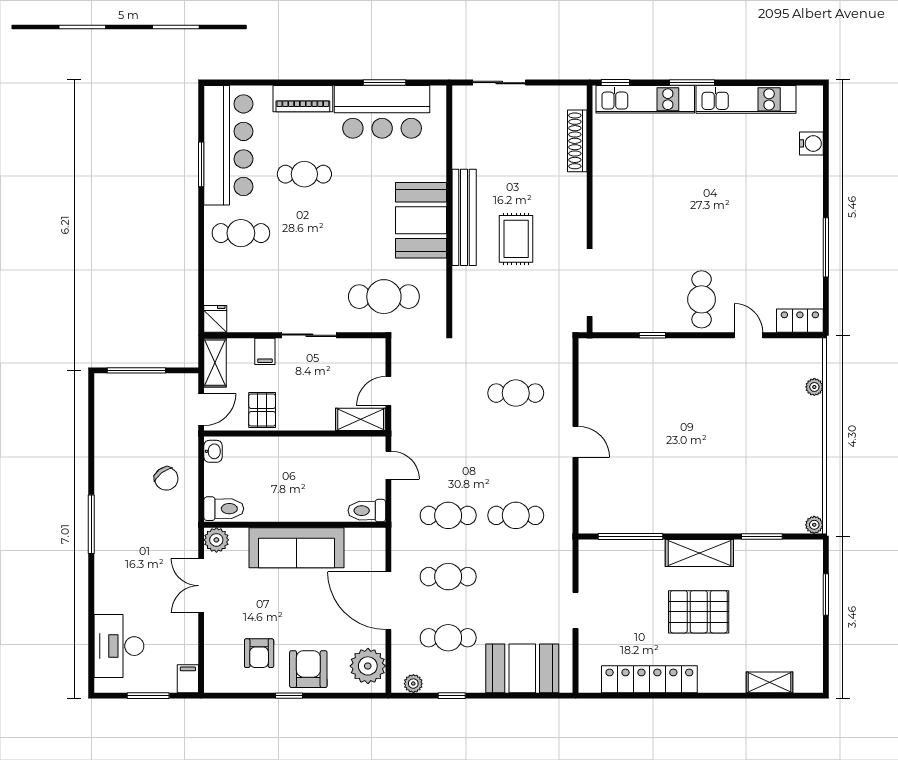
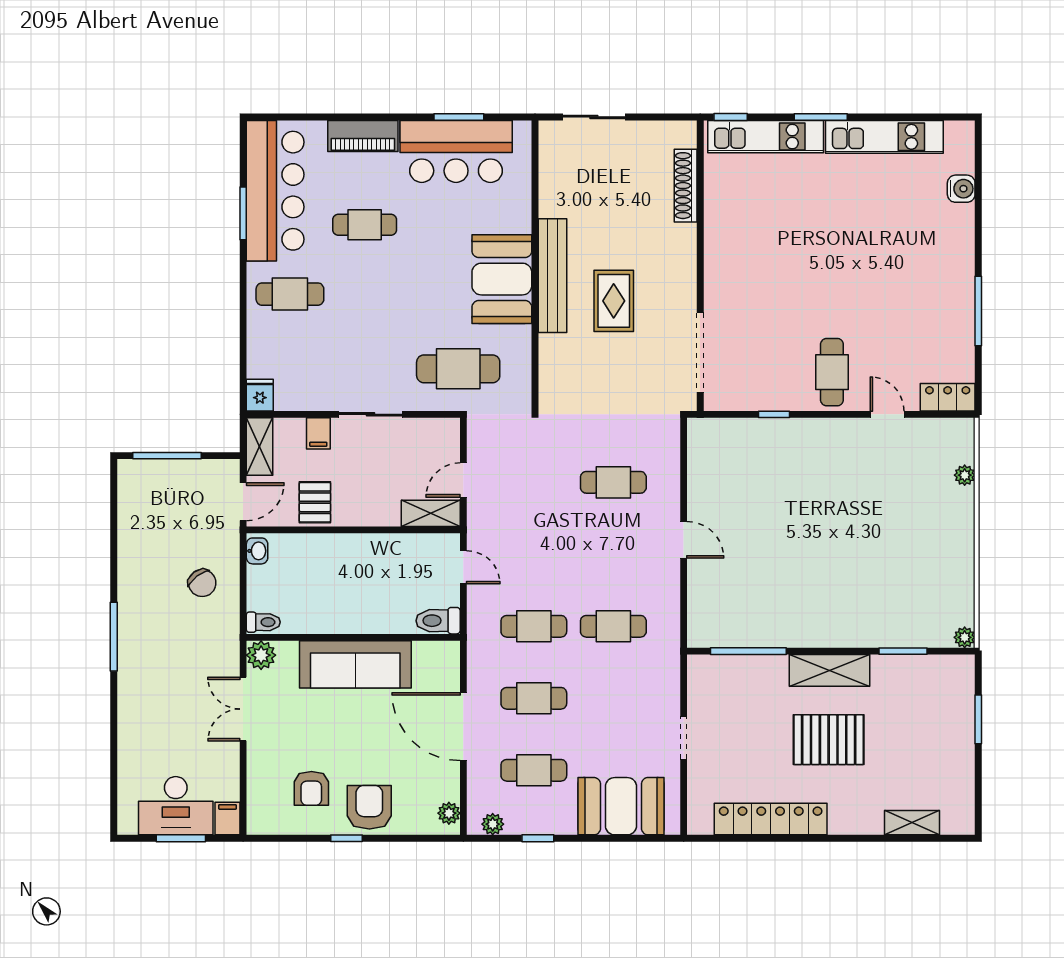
toilet: (224, 509) -> (263, 622), width x0.73, depth x0.72
desk: (119, 646) -> (176, 806), moved, turned -90
plant: (368, 666) -> (449, 813), width x0.53, depth x0.53

